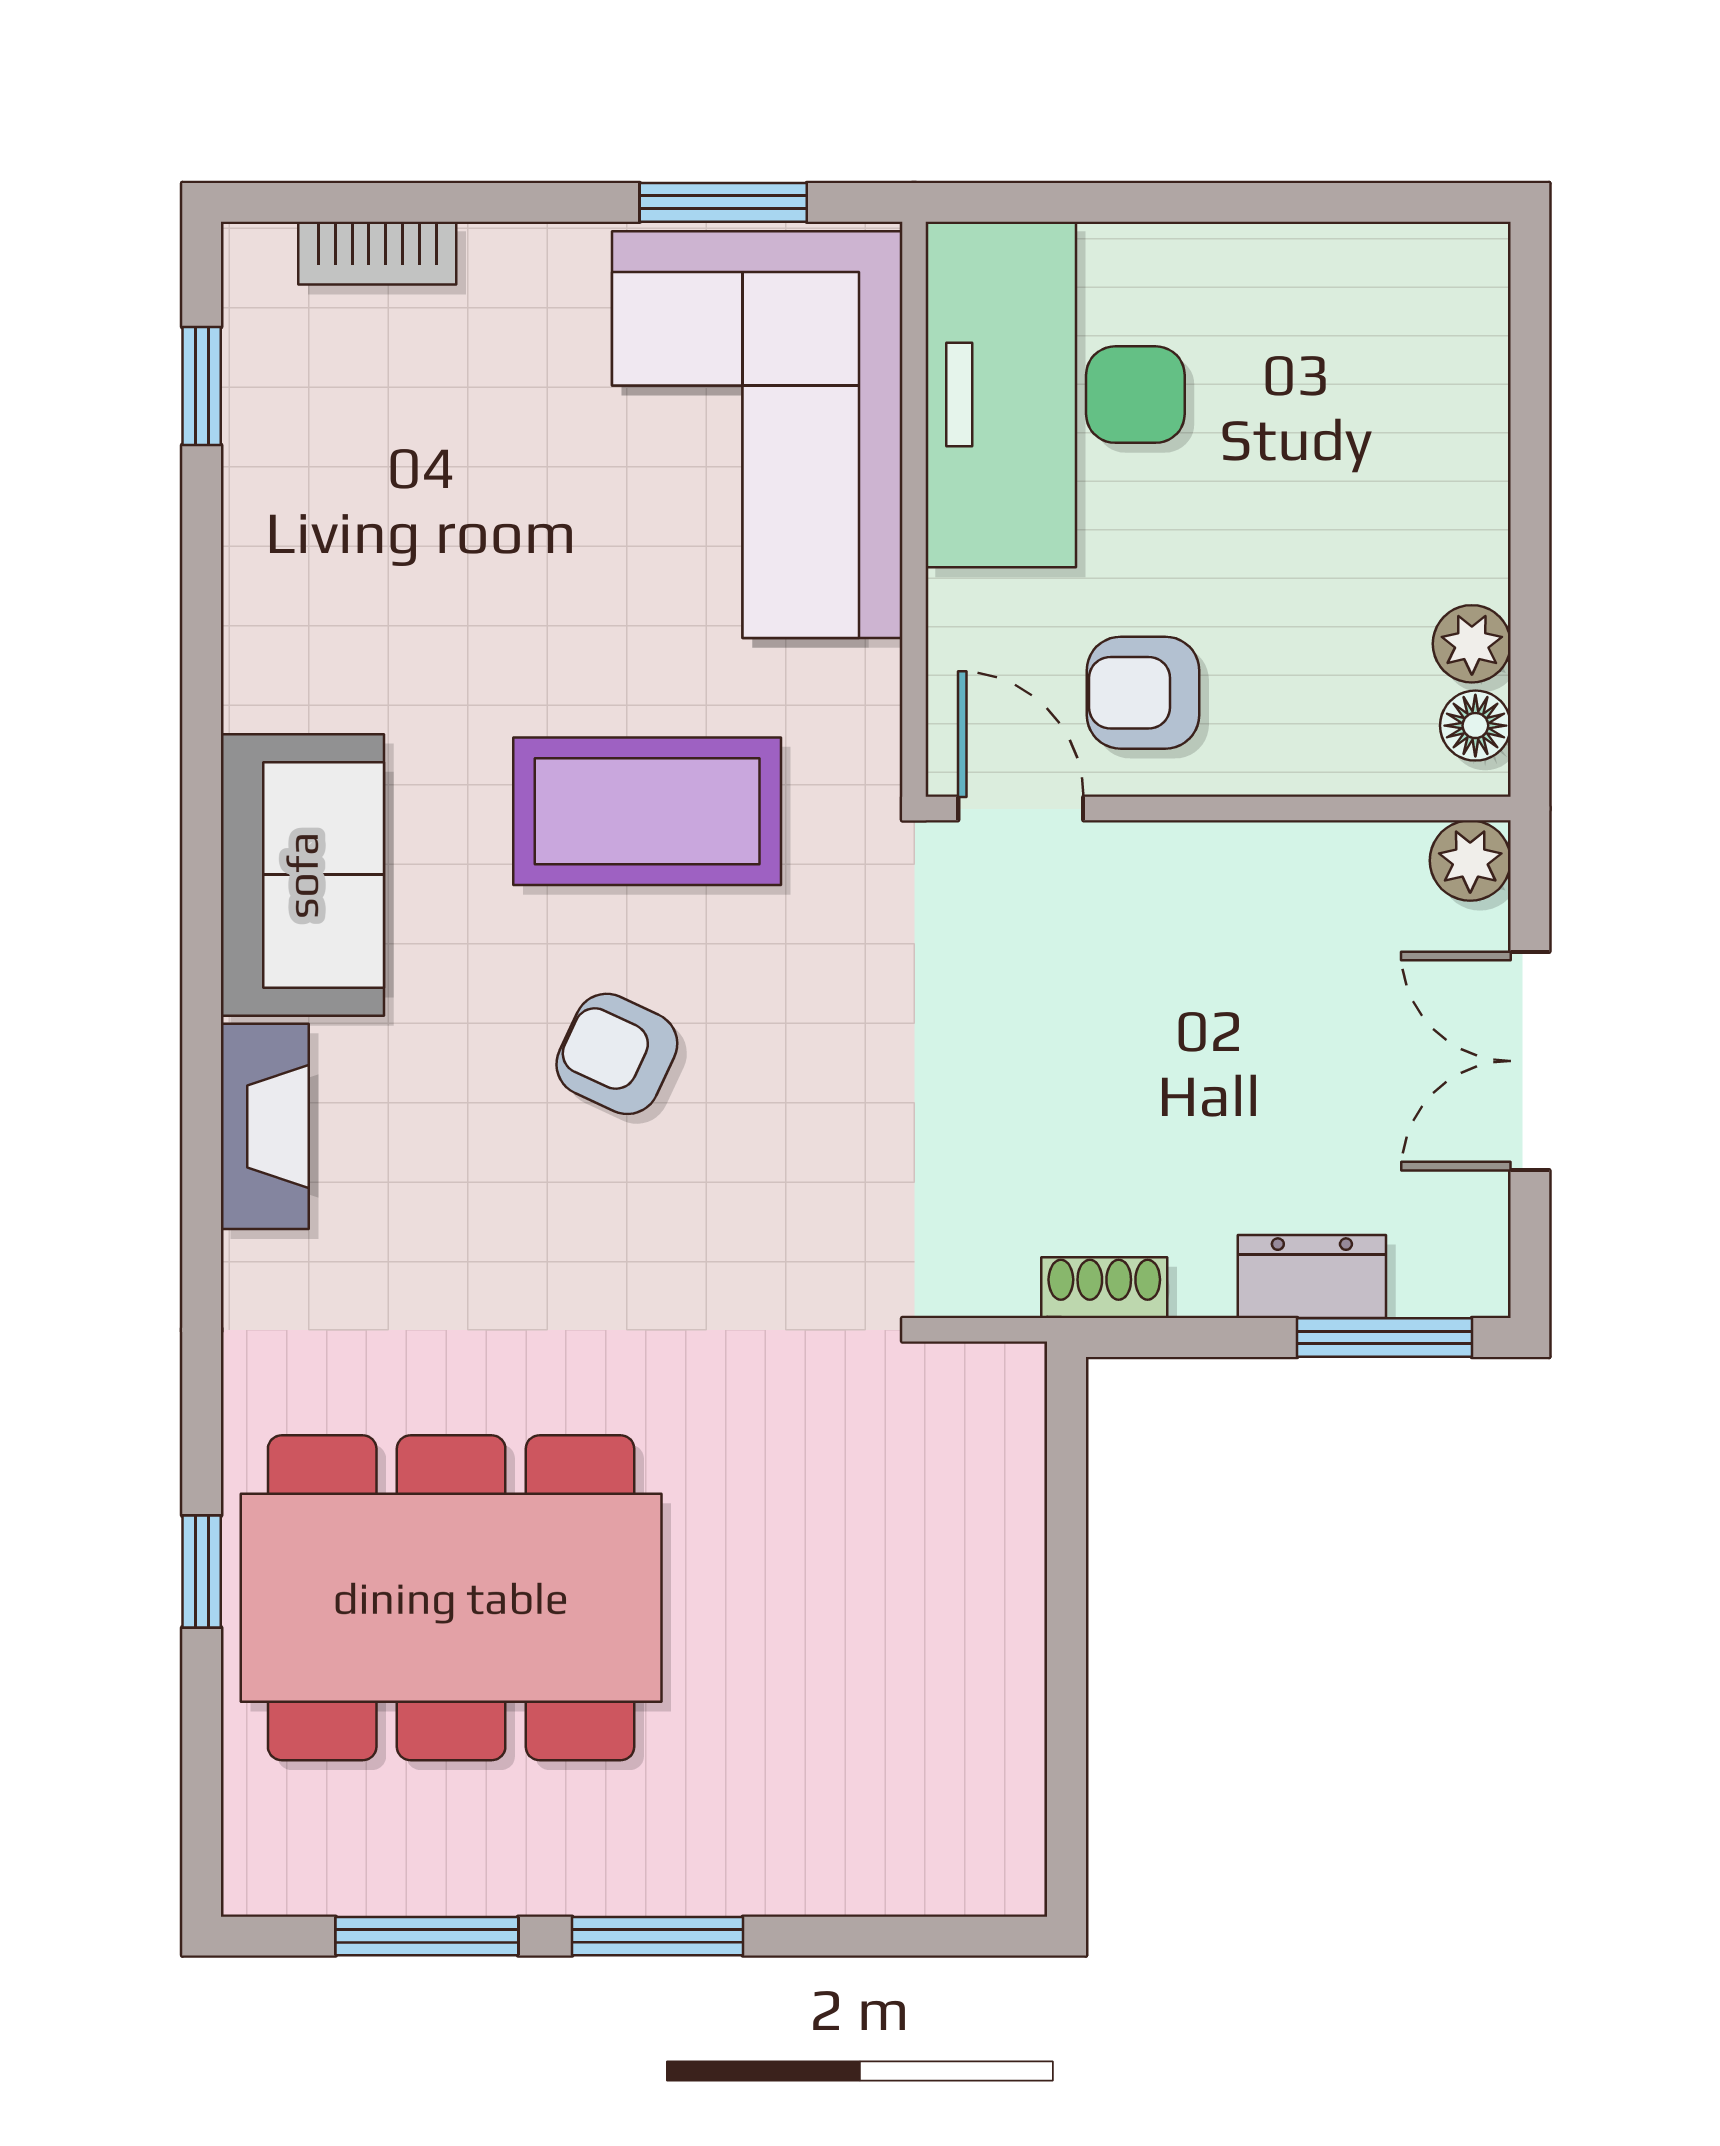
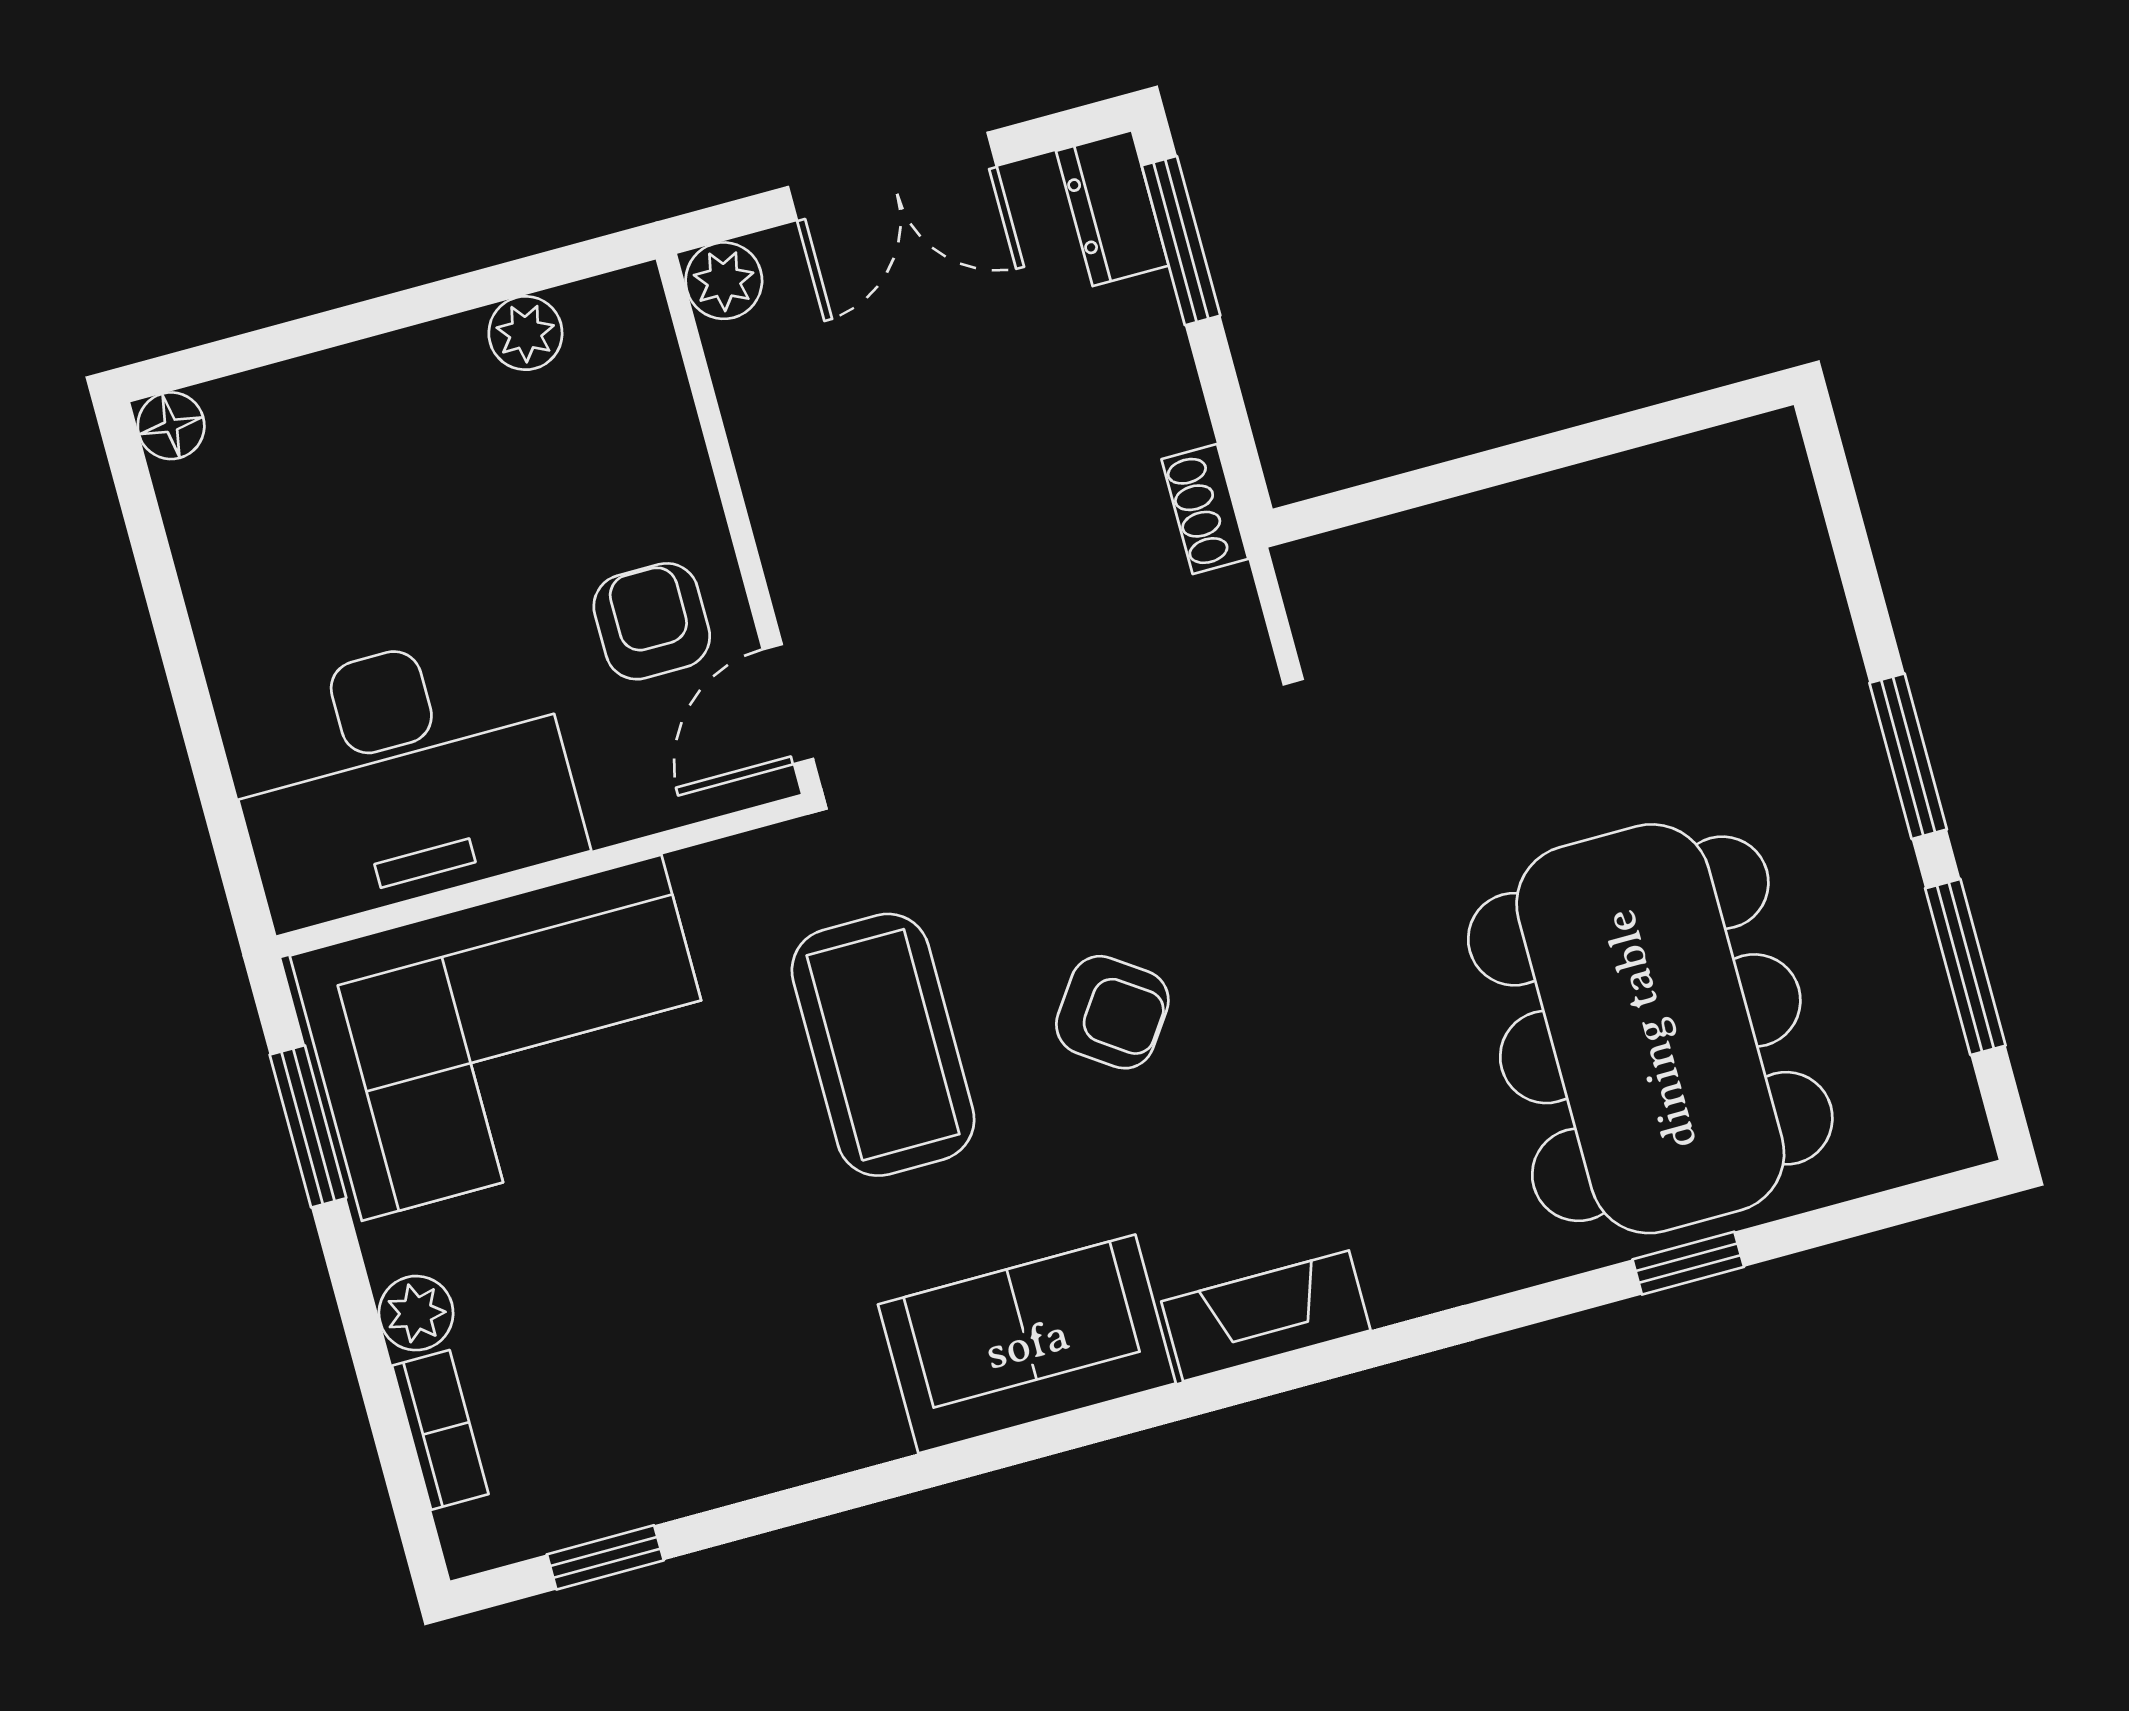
plant: (503, 261) -> (416, 1313), added
armchair: (1143, 693) -> (652, 621), turned 180
floor lamp: (1475, 726) -> (171, 426), moved
armchair: (617, 1054) -> (1112, 1012), turned -80
dresser: (1312, 1277) -> (1112, 208), moved

